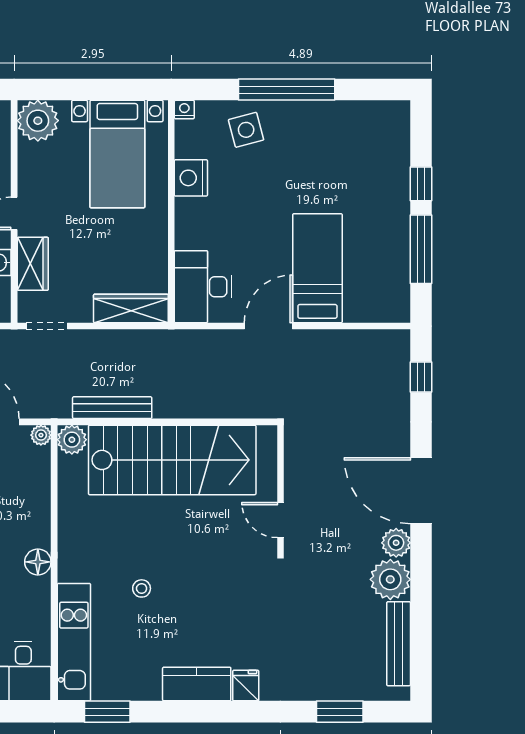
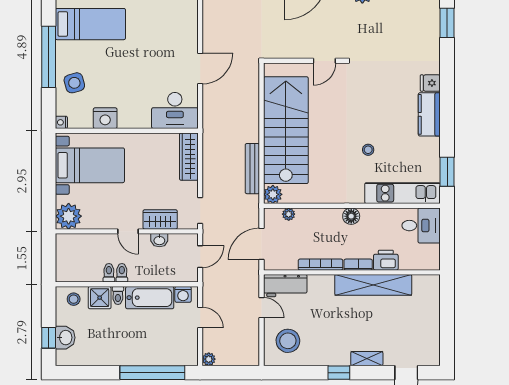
bed: (317, 268) -> (90, 24), moved, turned 180
door: (268, 326) -> (200, 68), swing flipped
plant: (41, 435) -> (289, 214), moved

